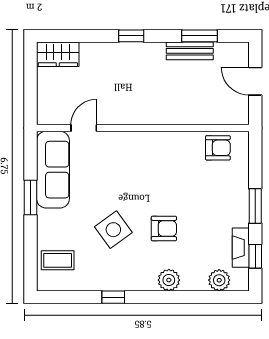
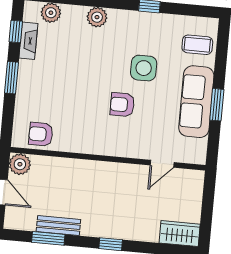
plant: (237, 113) -> (20, 164), added
sofa: (53, 170) -> (196, 102), moved
armchair: (164, 229) -> (122, 105), moved
side table: (113, 230) -> (144, 68), turned 36

